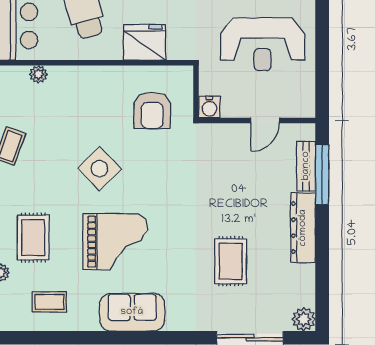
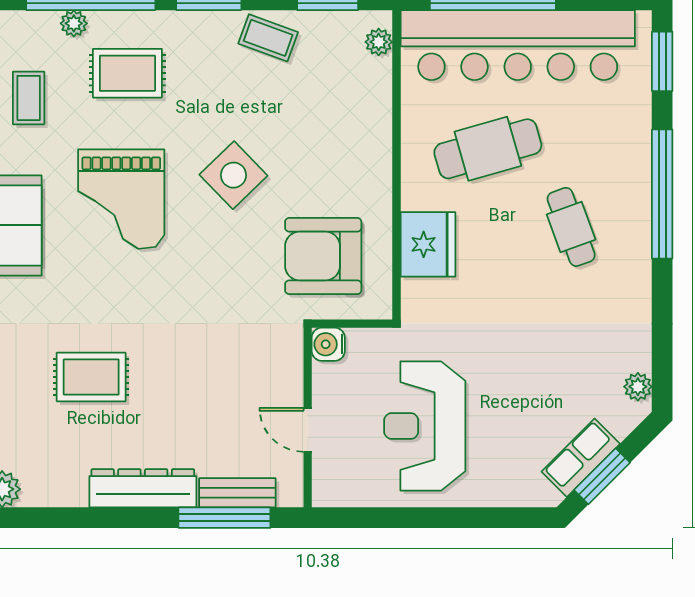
plant: (38, 74) -> (379, 42), moved
armchair: (152, 110) -> (323, 256), width x1.36, depth x1.36

